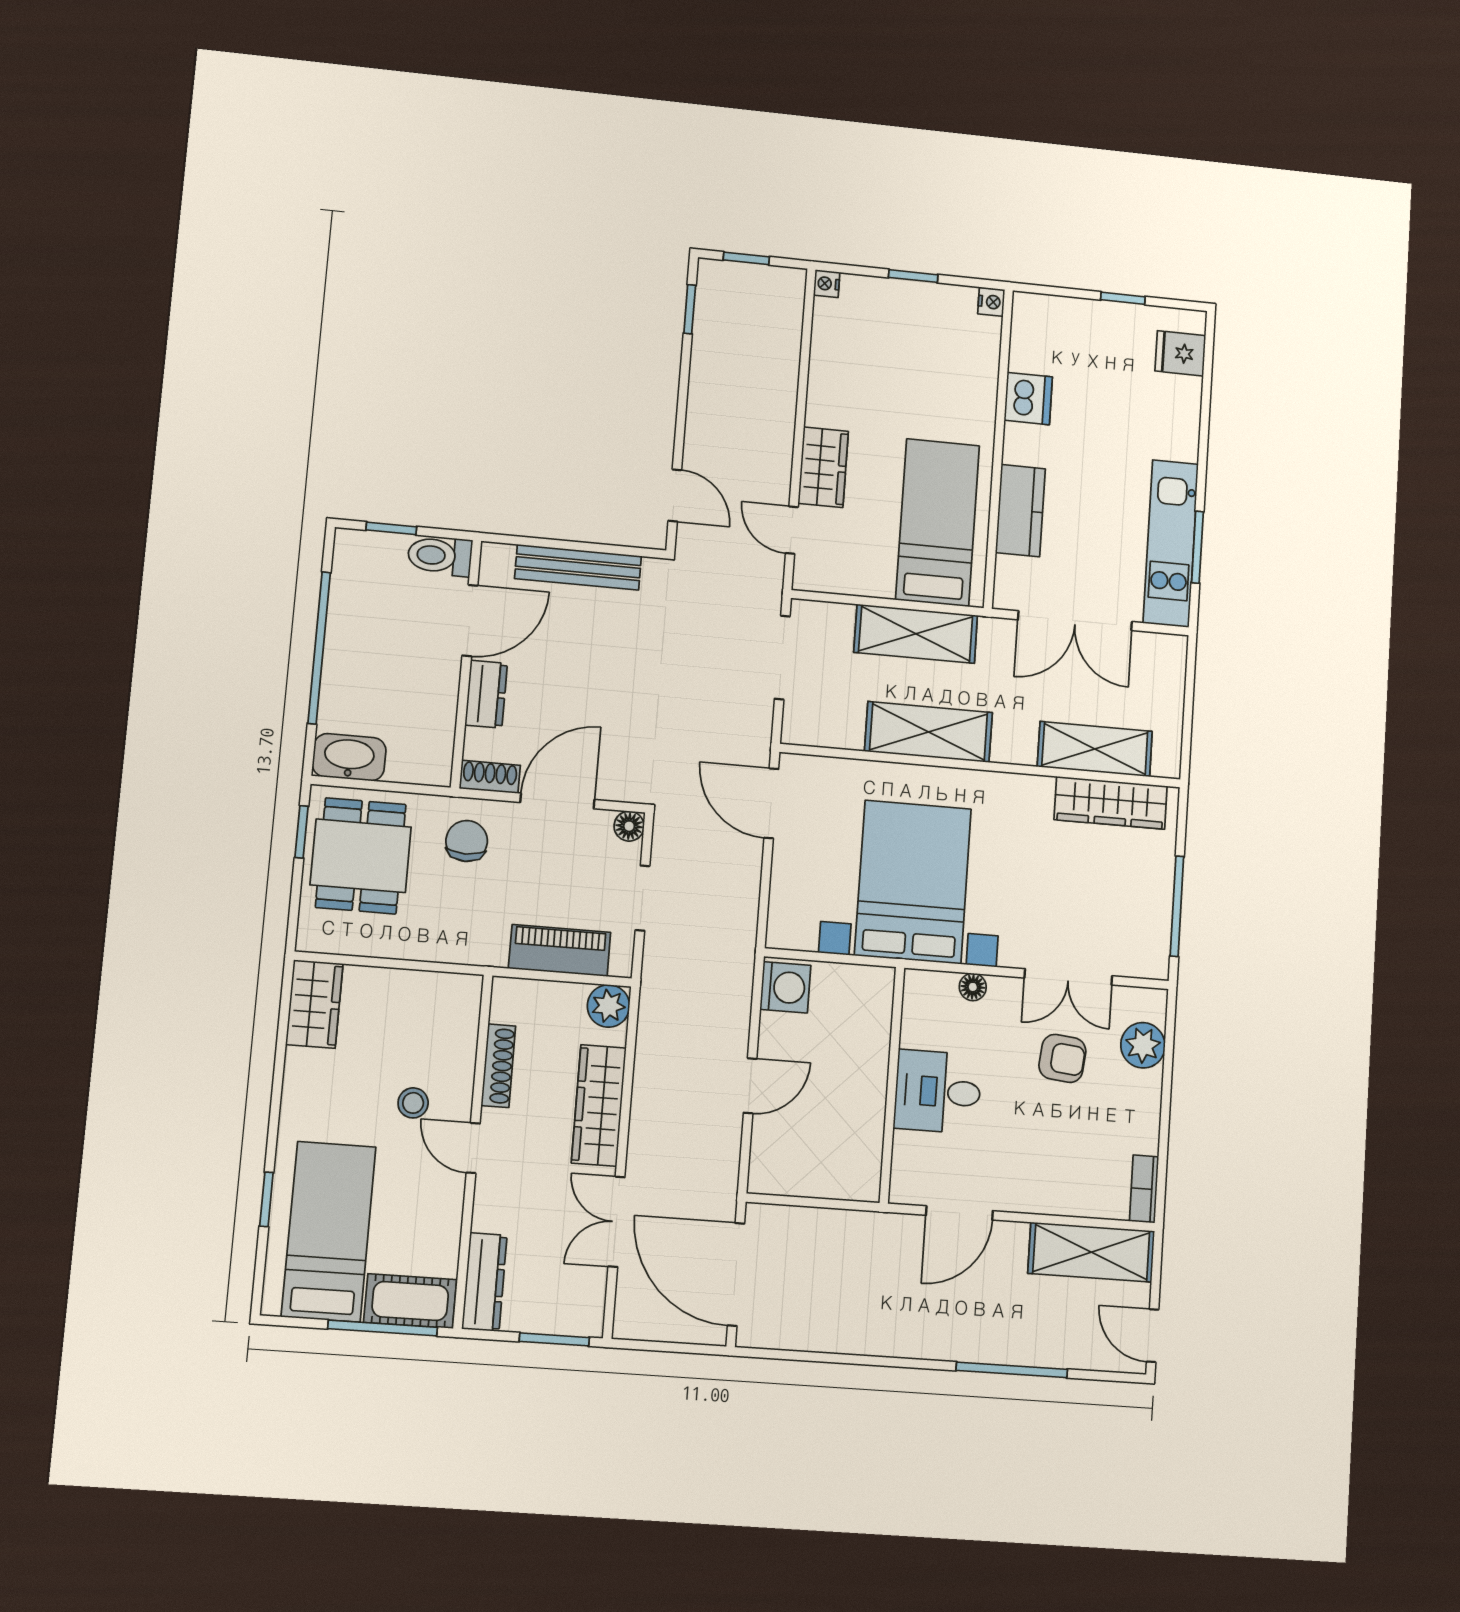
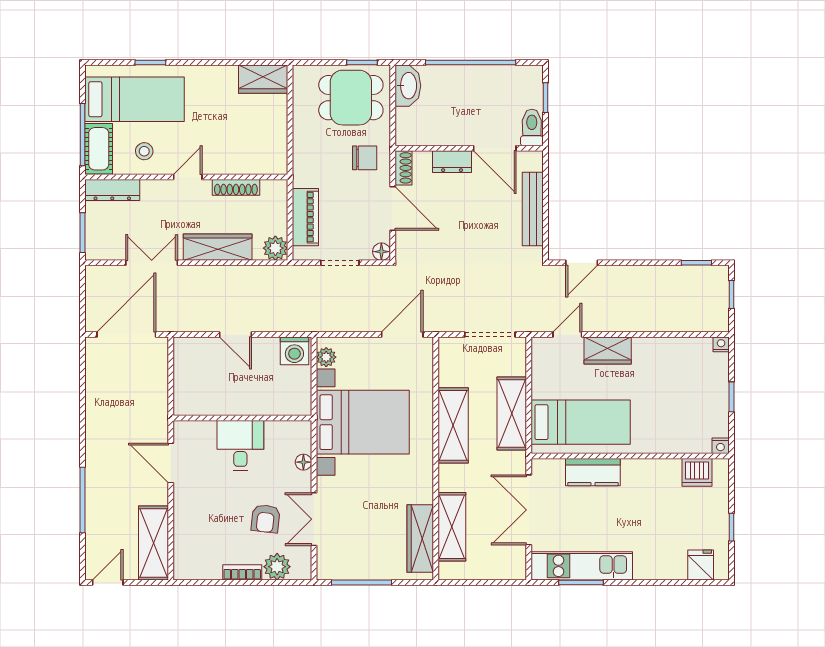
dishwasher: (1028, 399) -> (697, 472), moved
plant: (800, 934) -> (326, 357), added
stool: (413, 1103) -> (144, 151), moved
bookcase: (1144, 1189) -> (242, 572), moved

